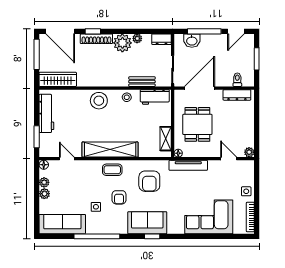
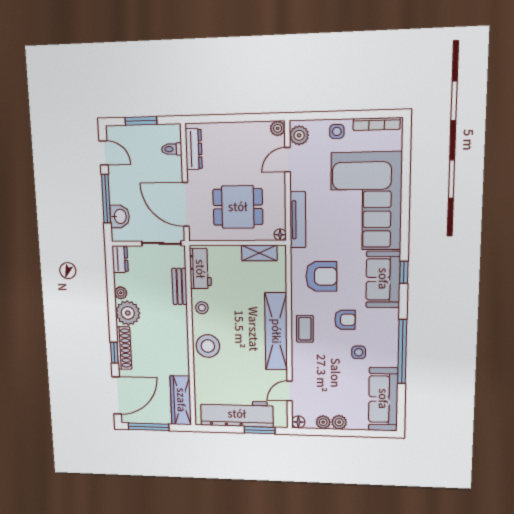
workbench: (46, 113) -> (237, 414), width x1.36, depth x1.32
plant: (244, 166) -> (299, 135), added
corner sofa: (209, 217) -> (366, 201), width x1.36, depth x1.36

